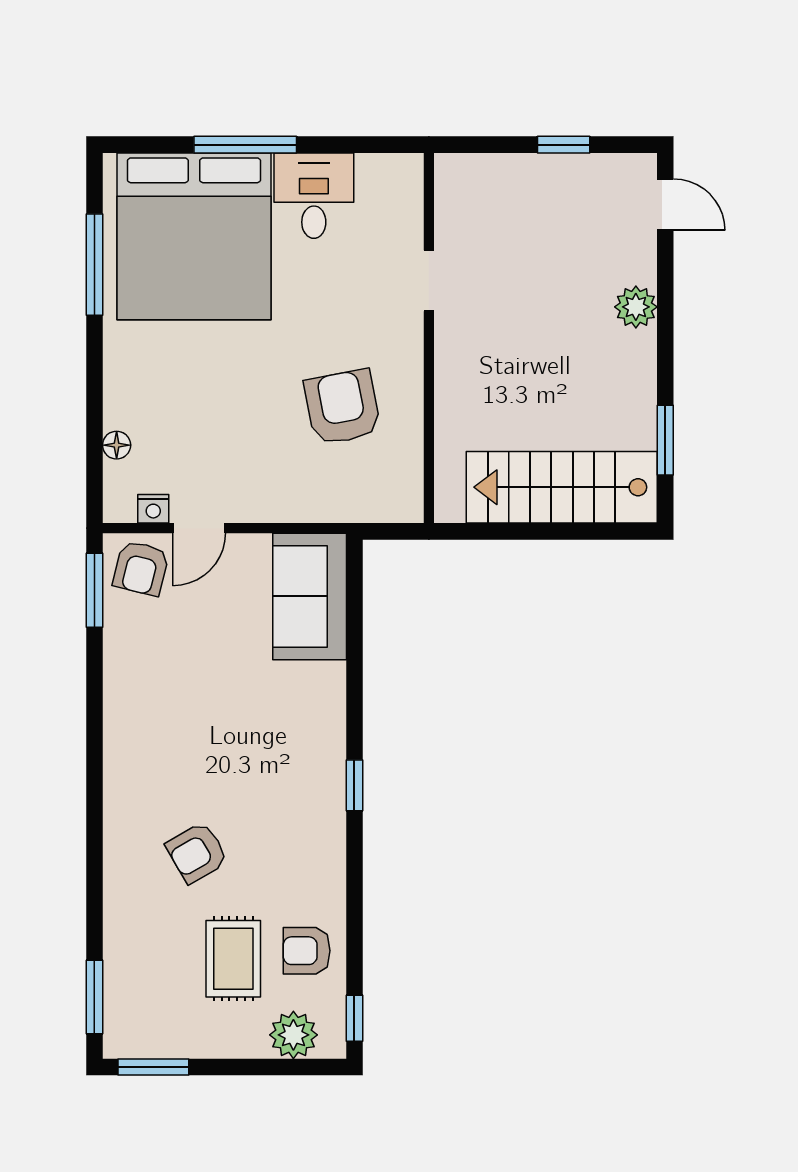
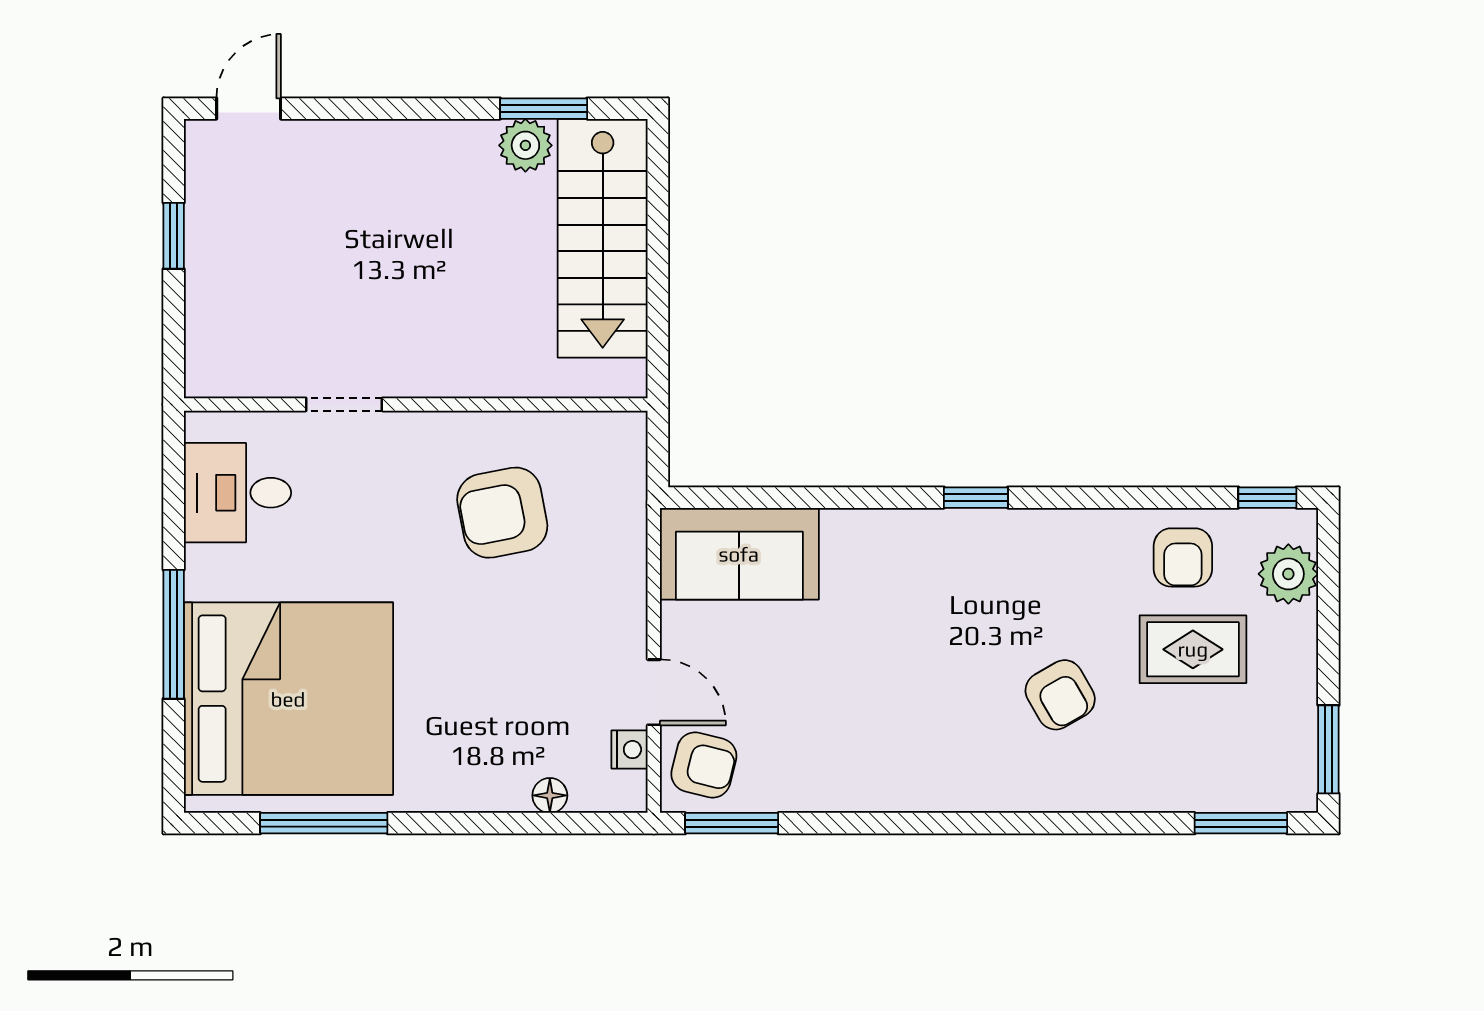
desk: (314, 196) -> (237, 493), moved
plant: (636, 307) -> (525, 145), moved

